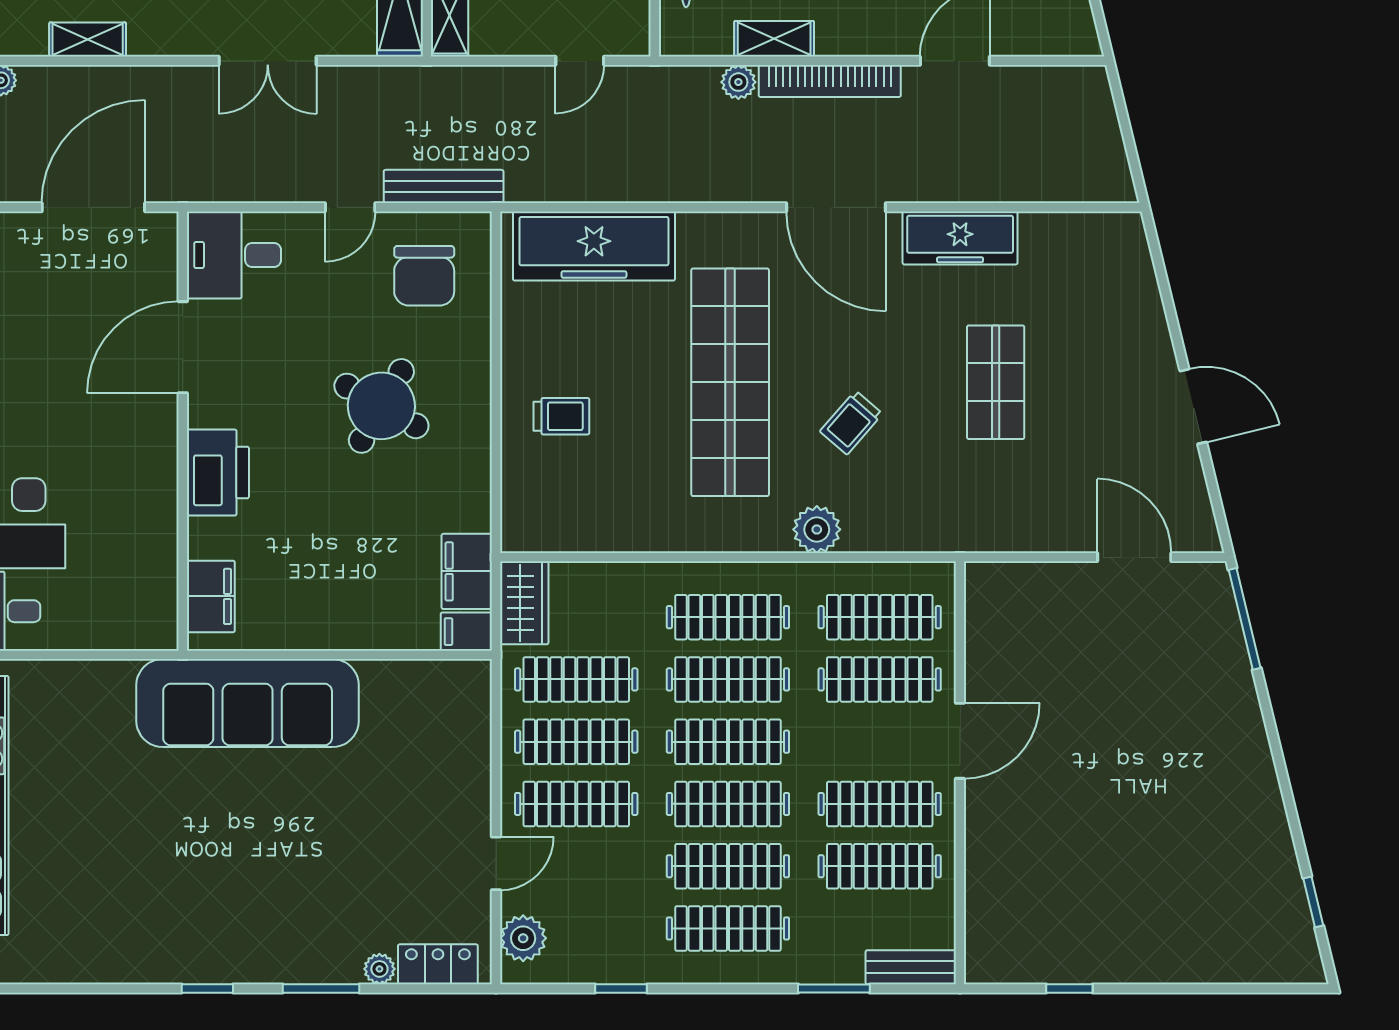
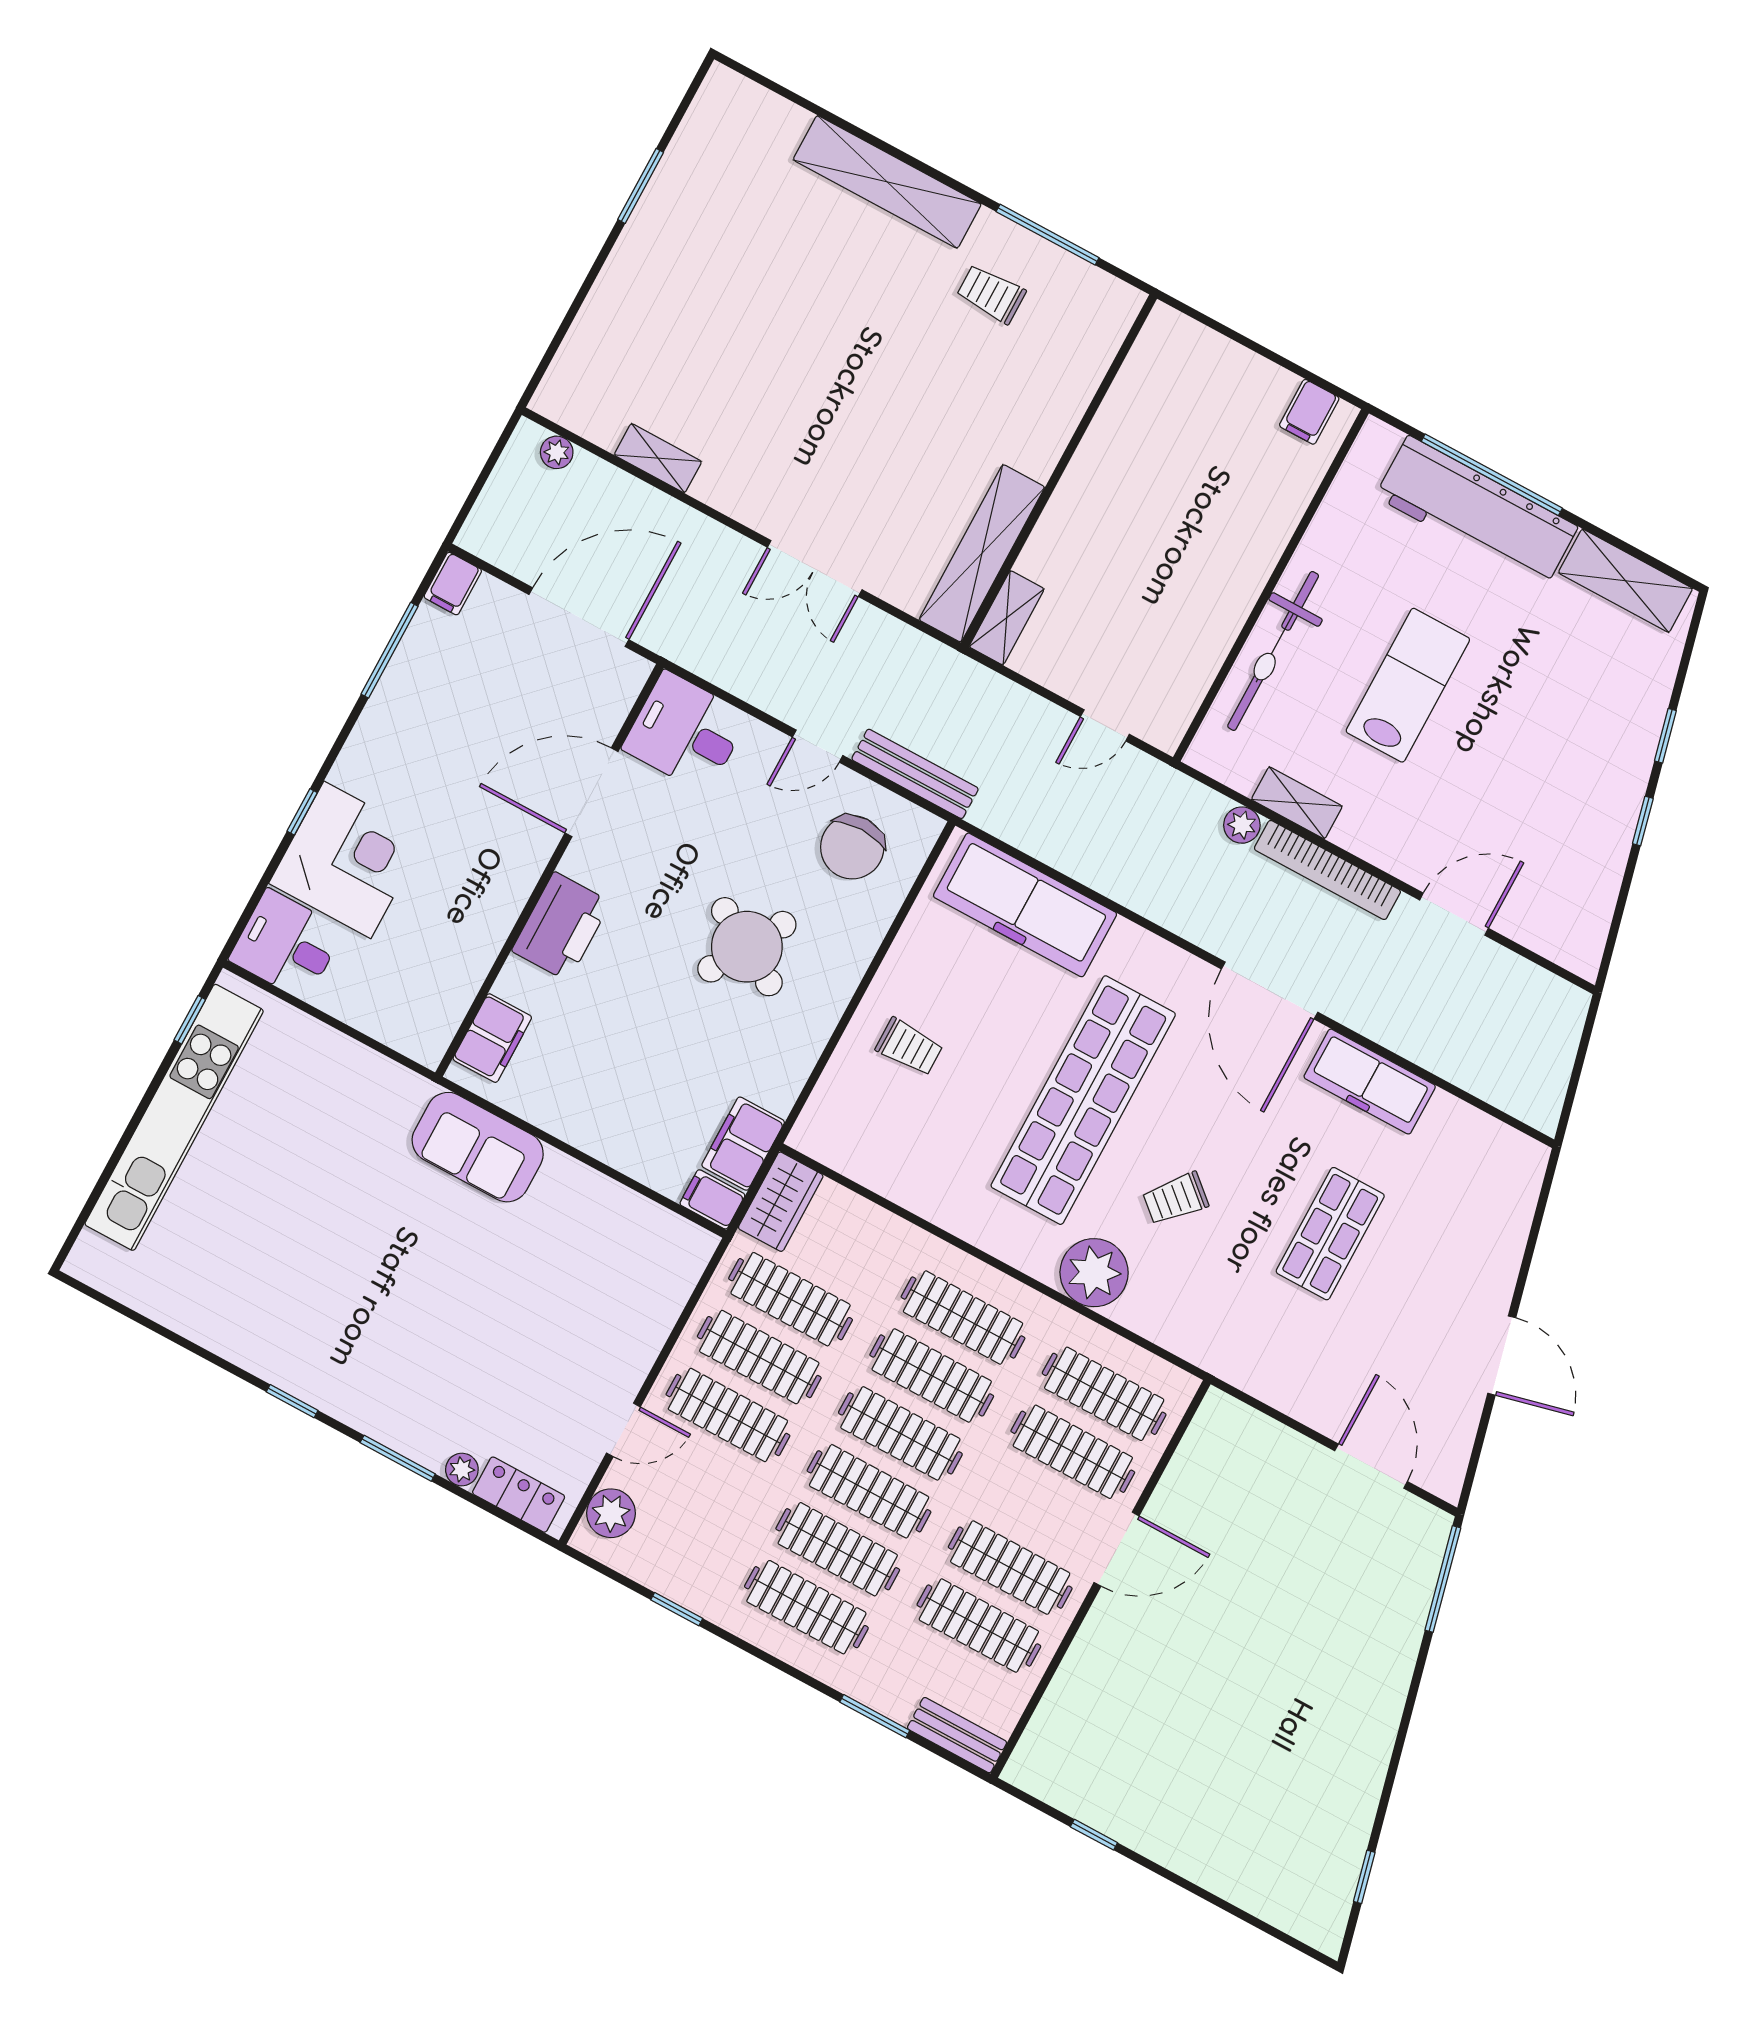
plant: (817, 529) -> (1094, 1273), width x1.36, depth x1.36
sofa: (248, 703) -> (478, 1147), width x0.54, depth x0.79

